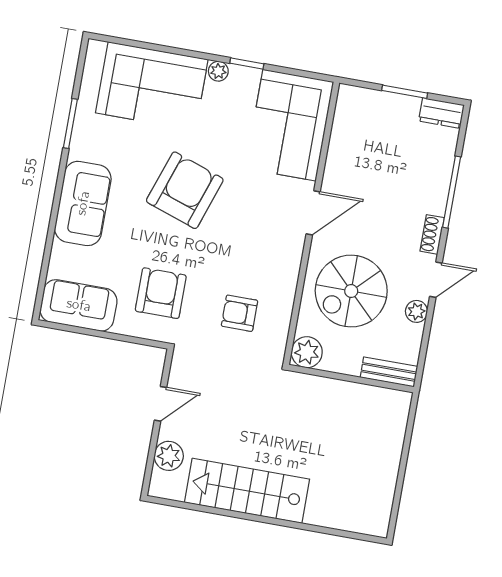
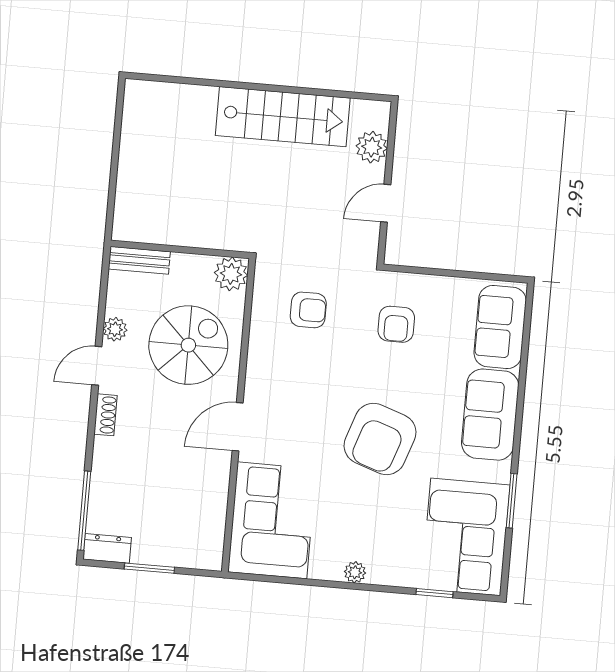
window: (247, 64) -> (435, 593), moved
corner sofa: (152, 86) -> (466, 537), moved, turned -90
window: (452, 192) -> (84, 511), moved
armchair: (161, 293) -> (396, 324), width x0.72, depth x0.72
sofa: (79, 305) -> (500, 327), moved, turned 90

